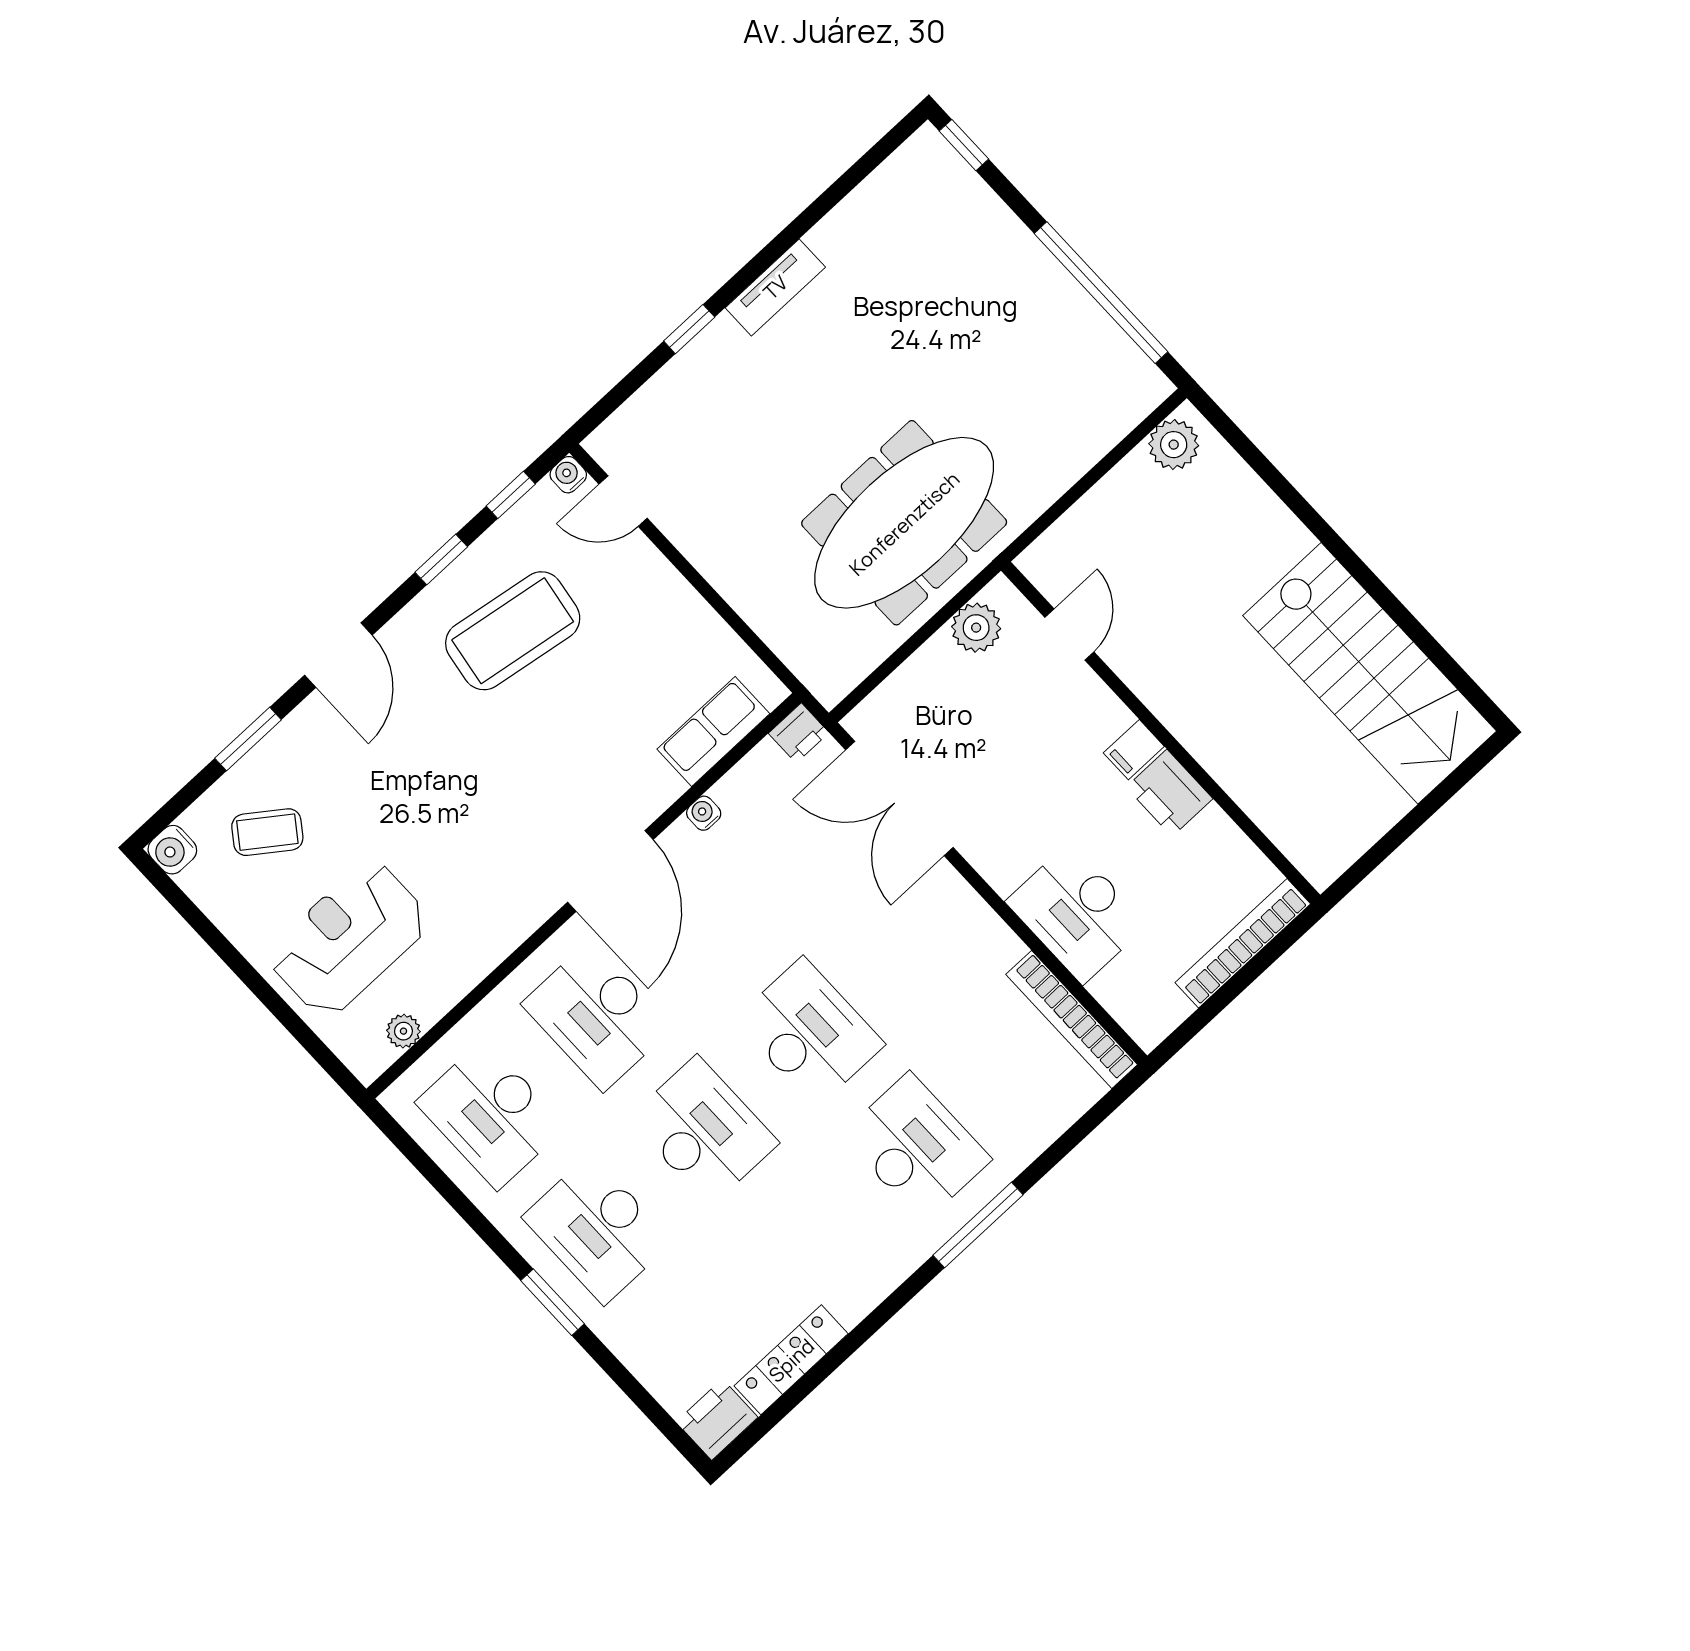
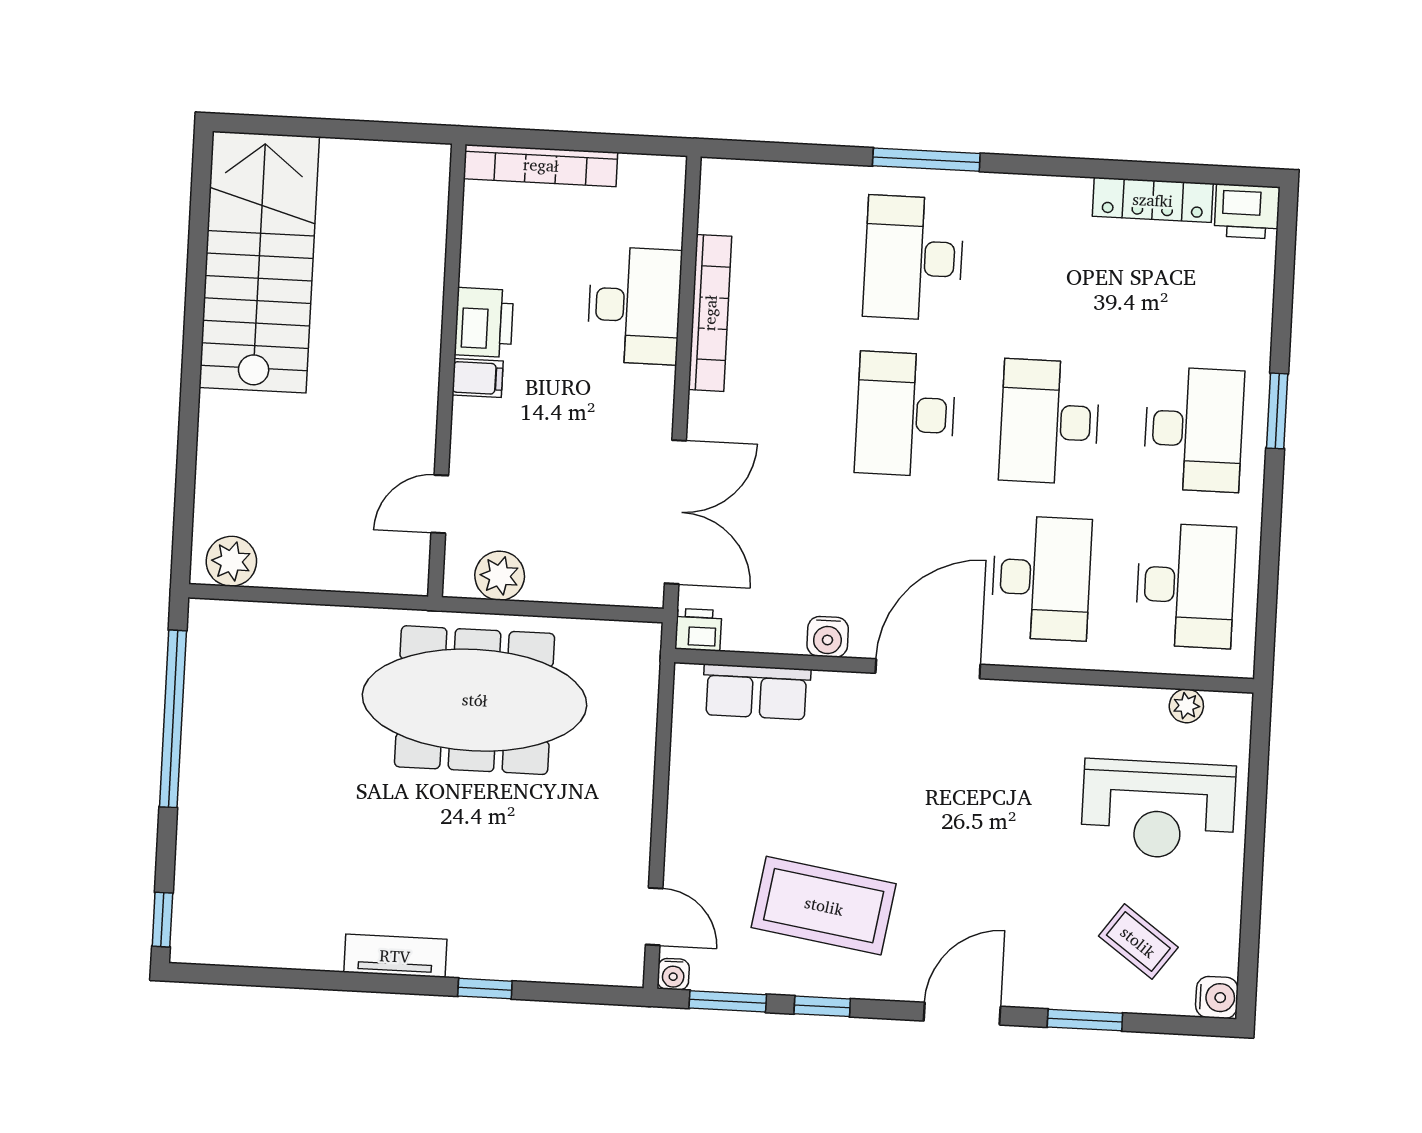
window: (511, 495) -> (728, 1001), width x1.50
water cooler: (704, 813) -> (828, 637), width x1.38, depth x1.38
bookcase: (1072, 1020) -> (710, 313), moved

